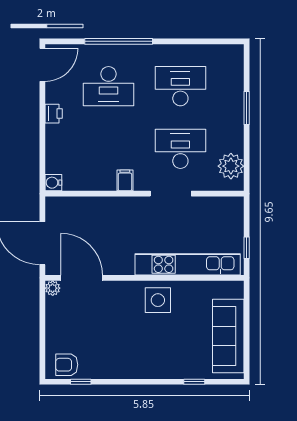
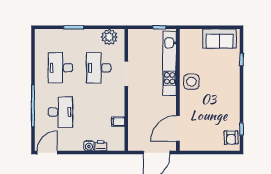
door: (42, 65) -> (47, 153), hinge flipped
printer: (54, 114) -> (101, 146), moved
filing cabinet: (125, 180) -> (118, 122), moved
water cooler: (53, 183) -> (89, 146), moved
plant: (53, 288) -> (184, 146), removed
sofa: (228, 336) -> (219, 39), width x0.73

